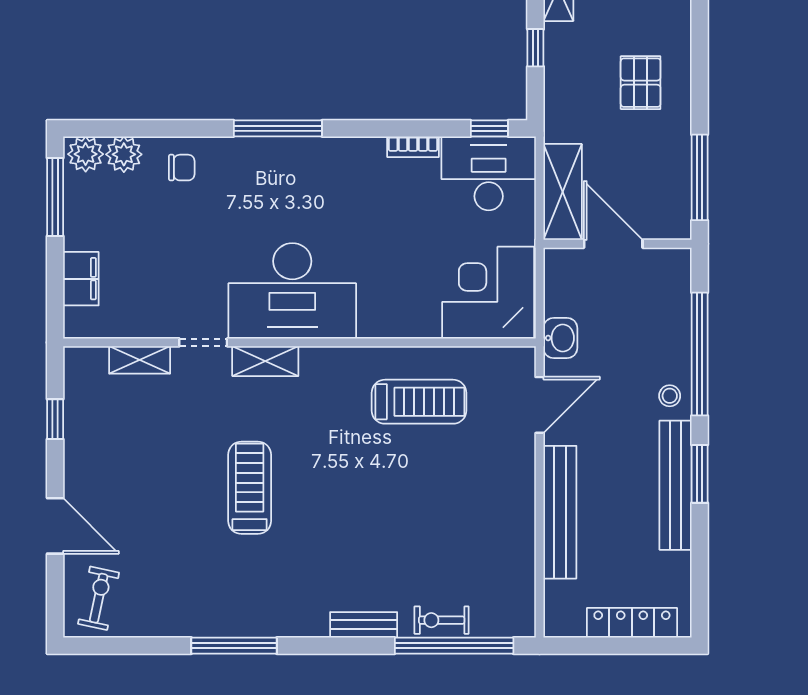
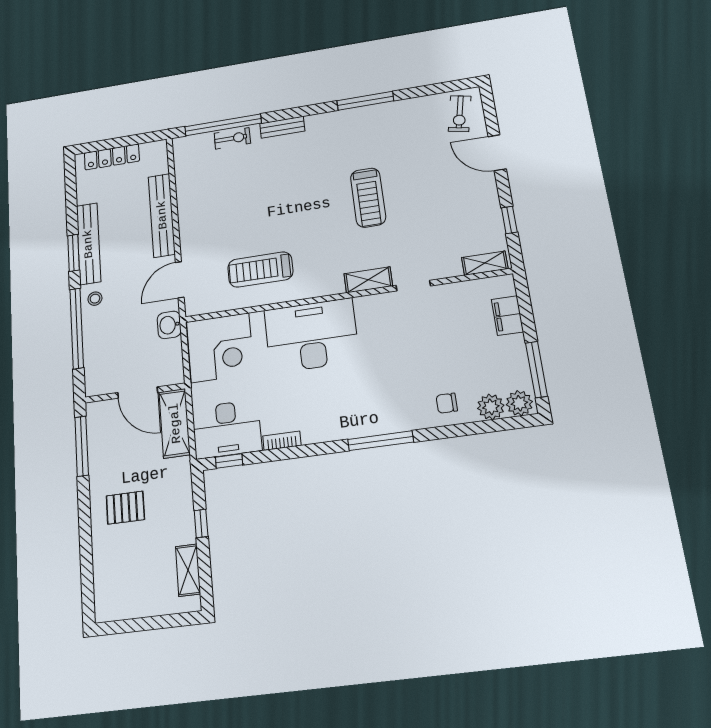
pallet: (641, 83) -> (125, 508), turned 90
desk: (292, 291) -> (311, 336), moved
shelving: (140, 360) -> (485, 263), moved

